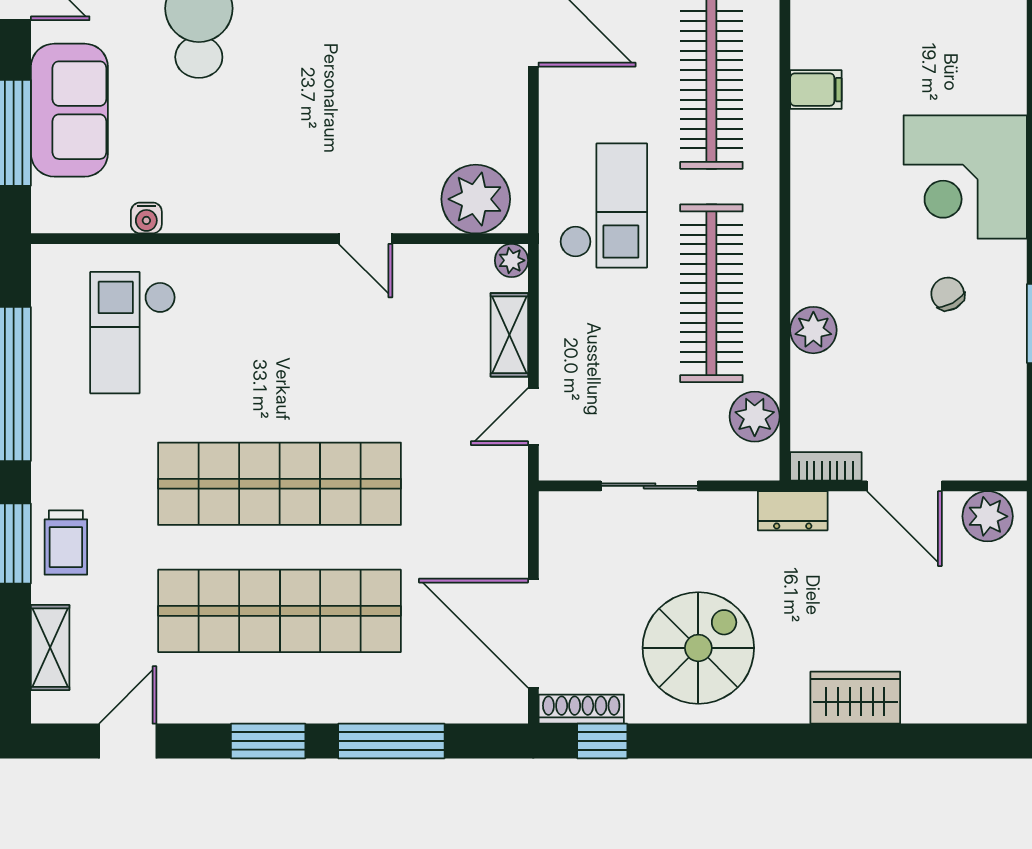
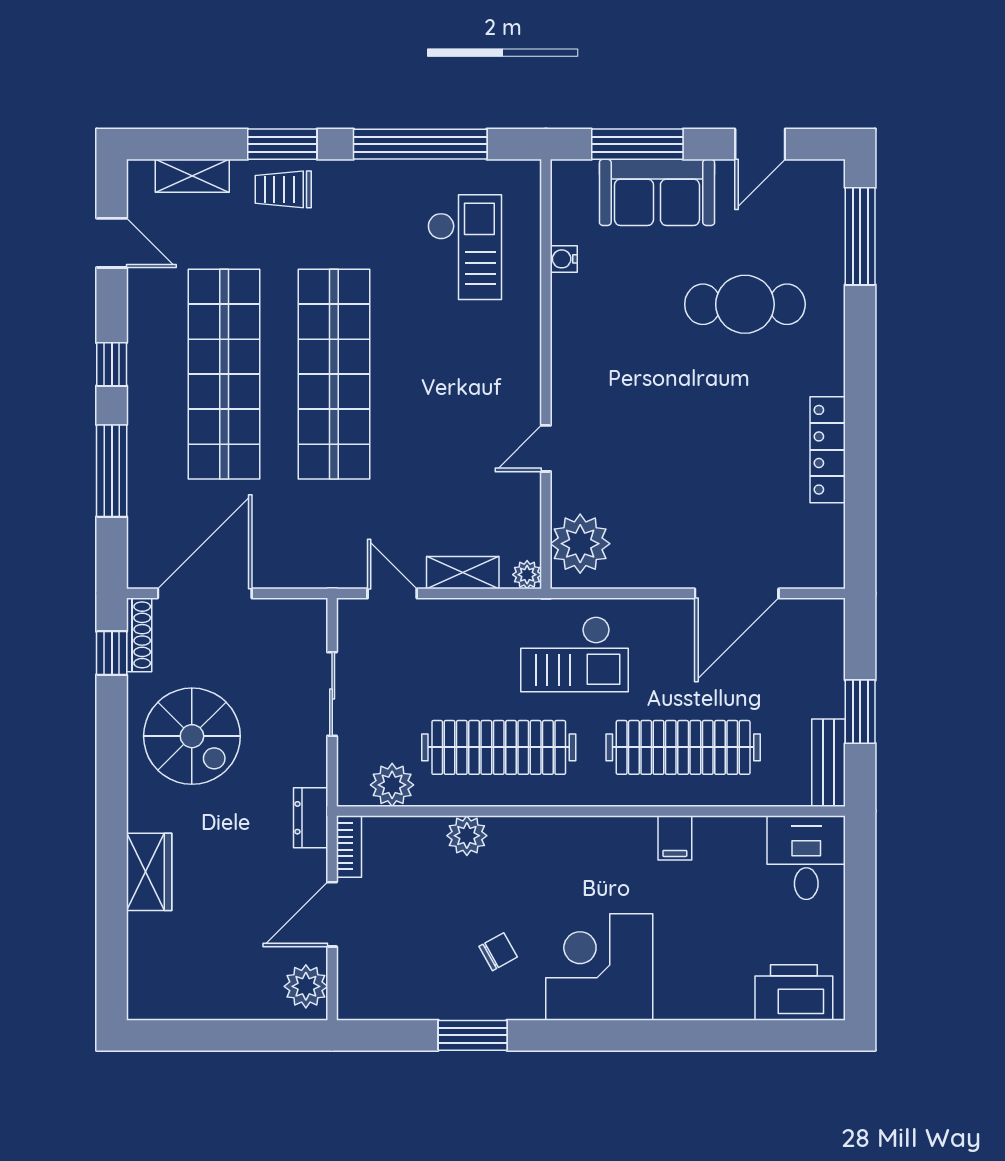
checkout: (133, 333) -> (465, 247), turned 90
window: (268, 741) -> (112, 364), width x0.67

